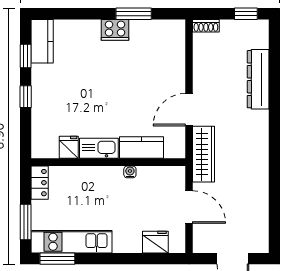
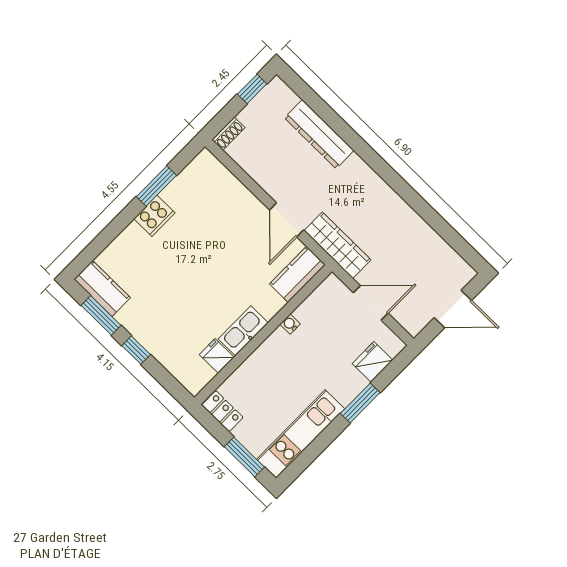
window: (26, 56) -> (101, 315), width x1.50
kitchen counter: (141, 148) -> (297, 274), moved
window: (57, 259) -> (360, 403), moved

